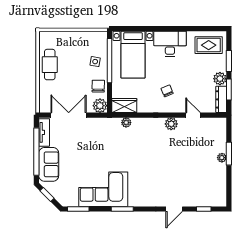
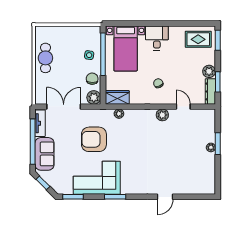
desk: (170, 44) -> (157, 38), width x0.73
window: (229, 61) -> (218, 40), moved
armchair: (100, 149) -> (94, 139), added
window: (204, 209) -> (194, 197), removed

